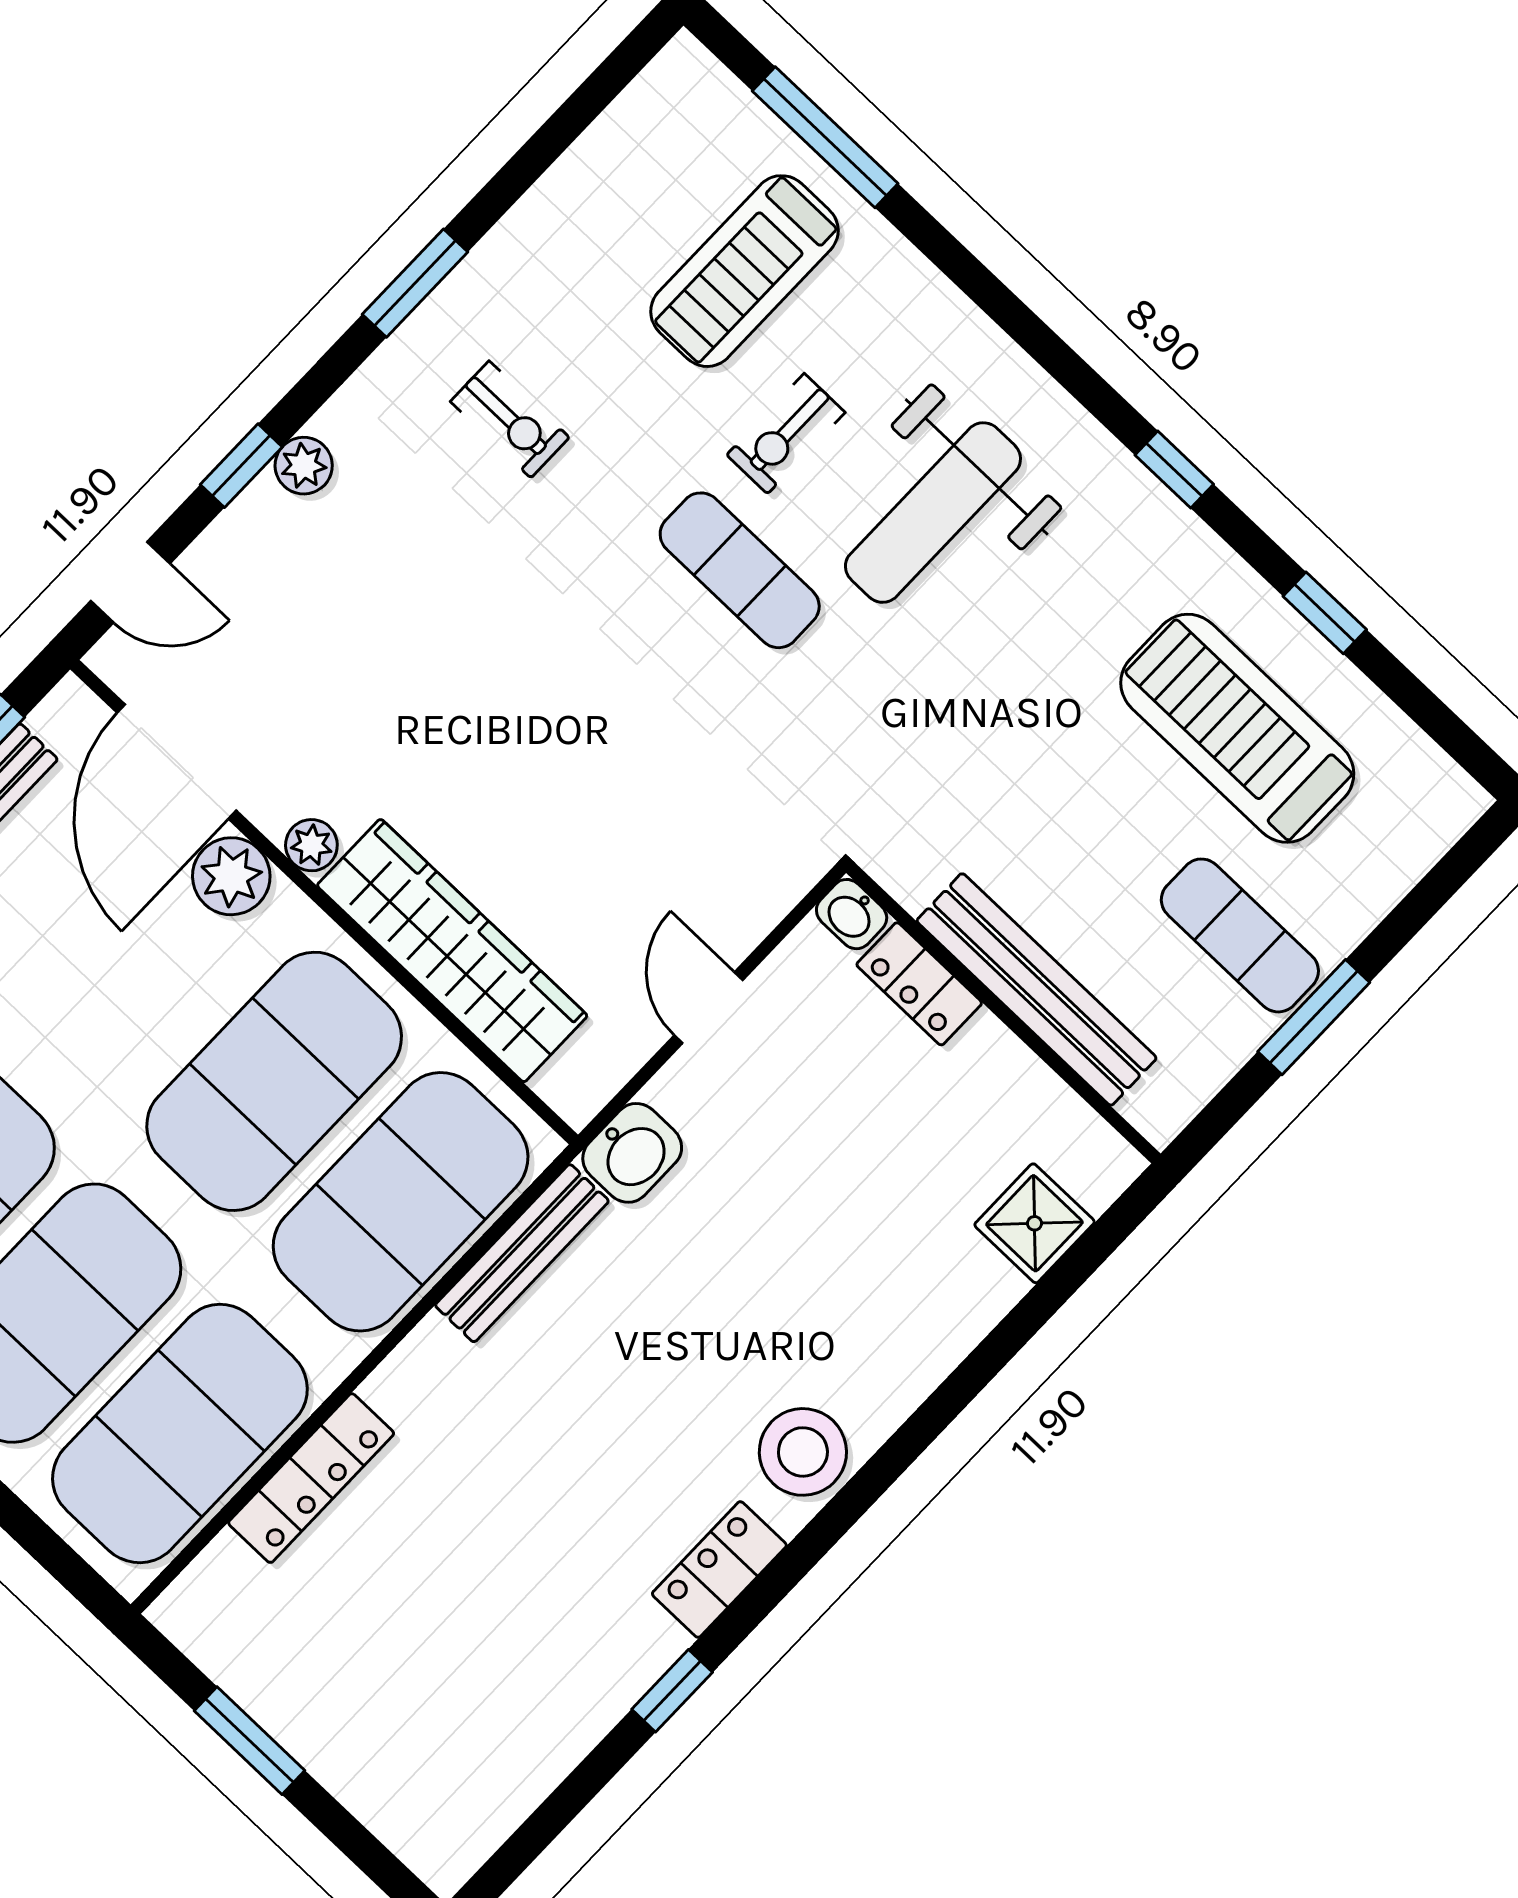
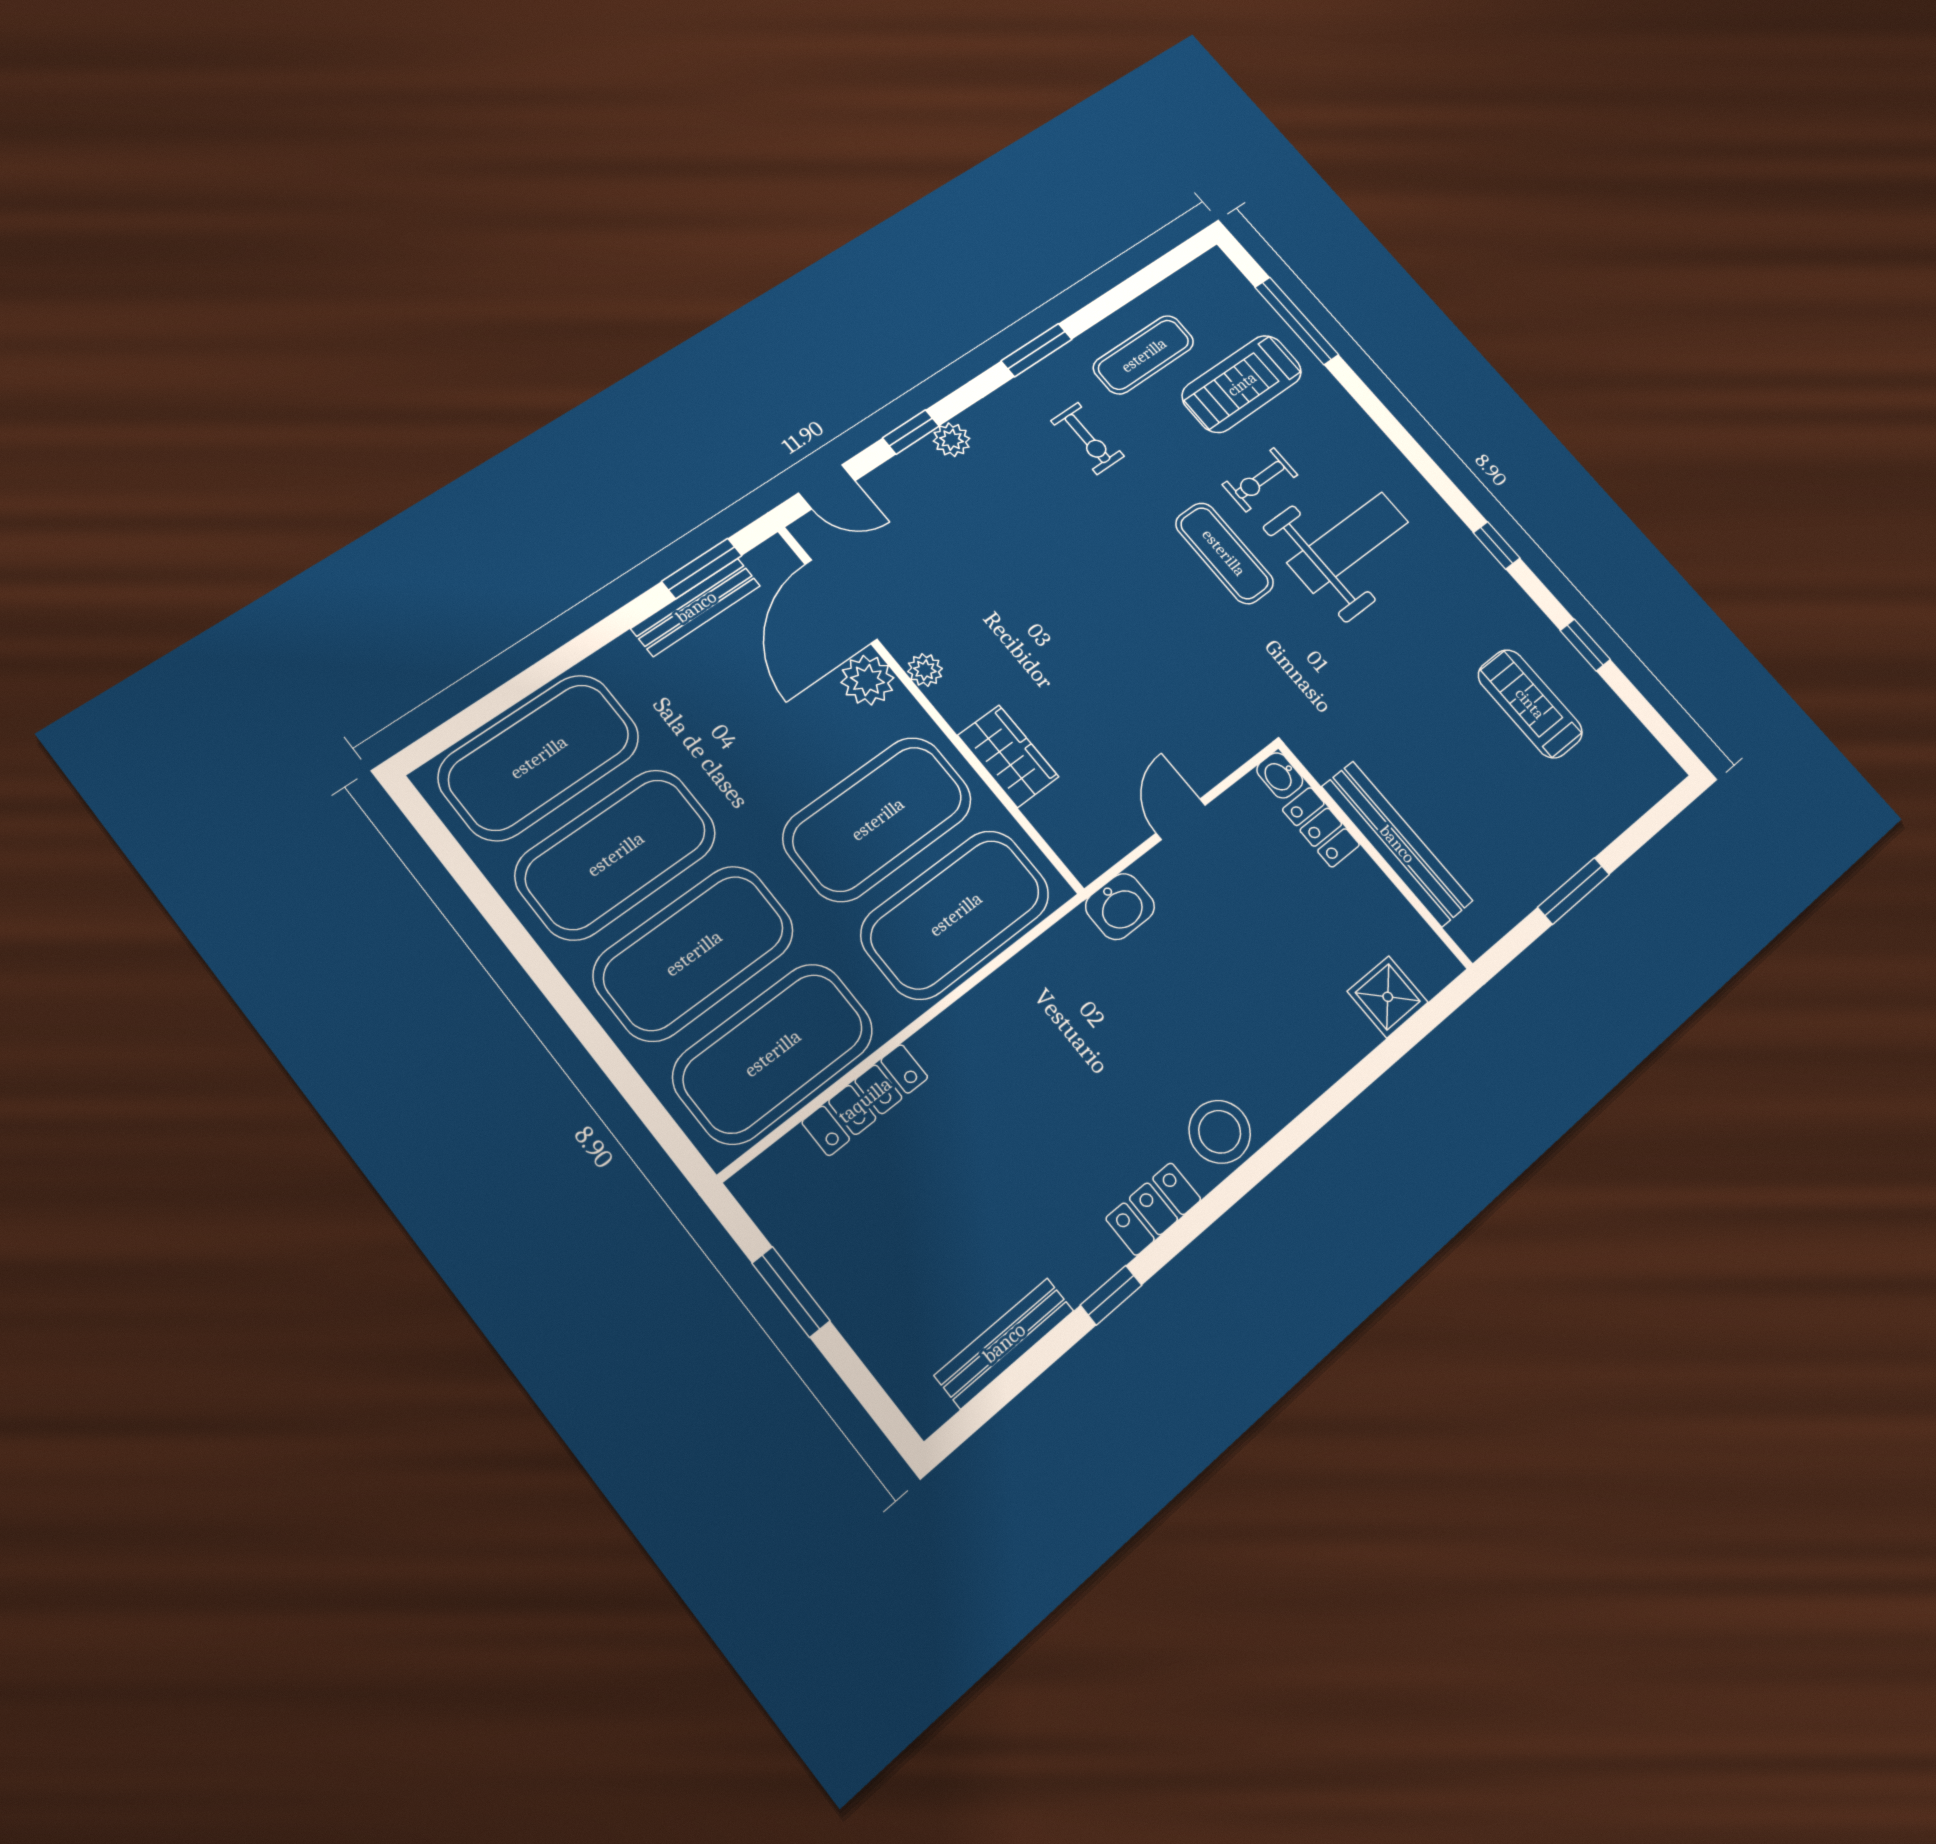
weight bench: (933, 513) -> (1348, 542), turned 180
treadmill: (1237, 728) -> (1530, 704), width x0.73, depth x0.73
exercise mat: (1240, 935) -> (1144, 355), moved, turned 90
wardrobe: (452, 951) -> (1008, 756), width x0.48, depth x0.85
bench: (522, 1253) -> (1004, 1343), moved

